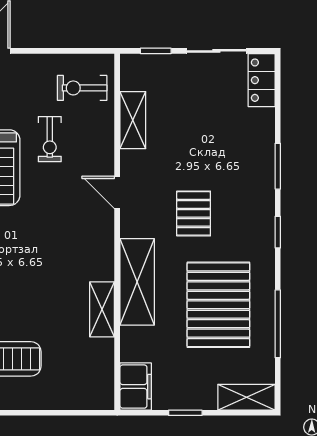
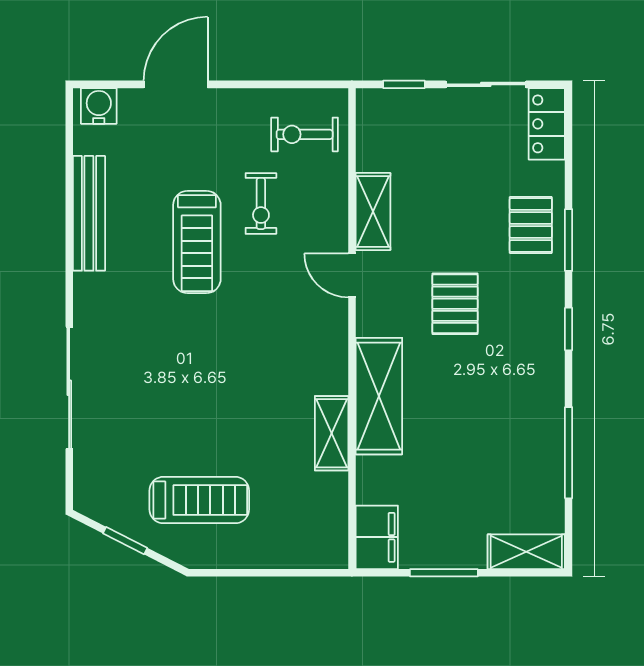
shelving: (133, 120) -> (373, 211), moved
pallet: (218, 305) -> (531, 225), moved, width x0.49, depth x0.50
window: (185, 413) -> (444, 573), width x1.50

